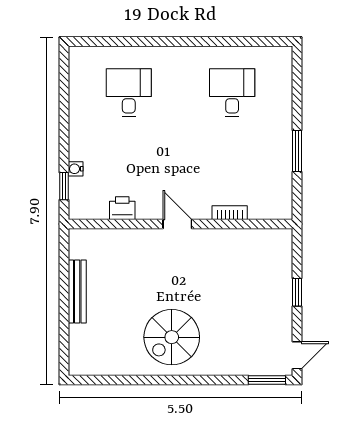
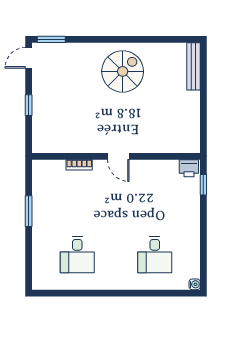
water cooler: (76, 169) -> (195, 284), moved
printer: (122, 208) -> (189, 168), moved
bench: (77, 292) -> (193, 66), moved

